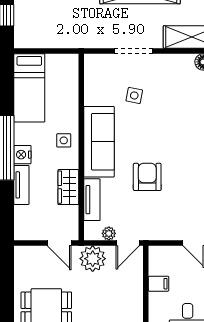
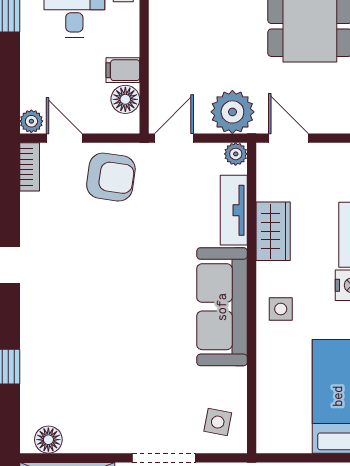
side table: (134, 95) -> (218, 422), moved
armchair: (147, 177) -> (111, 177), moved, turned -82
plant: (109, 233) -> (236, 154), moved
floor lamp: (157, 266) -> (125, 99), added

